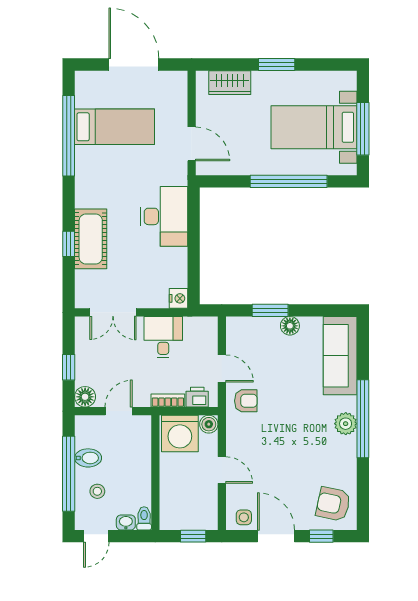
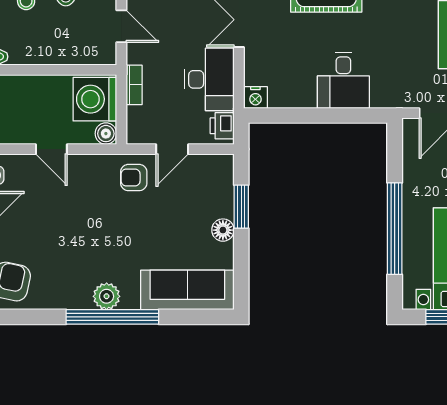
desk: (164, 216) -> (343, 80), width x0.73
desk: (163, 337) -> (209, 79), width x1.37
printer: (197, 397) -> (222, 126), moved, turned 180
armchair: (246, 401) -> (134, 178), turned 90
door: (222, 470) -> (51, 149), hinge flipped

